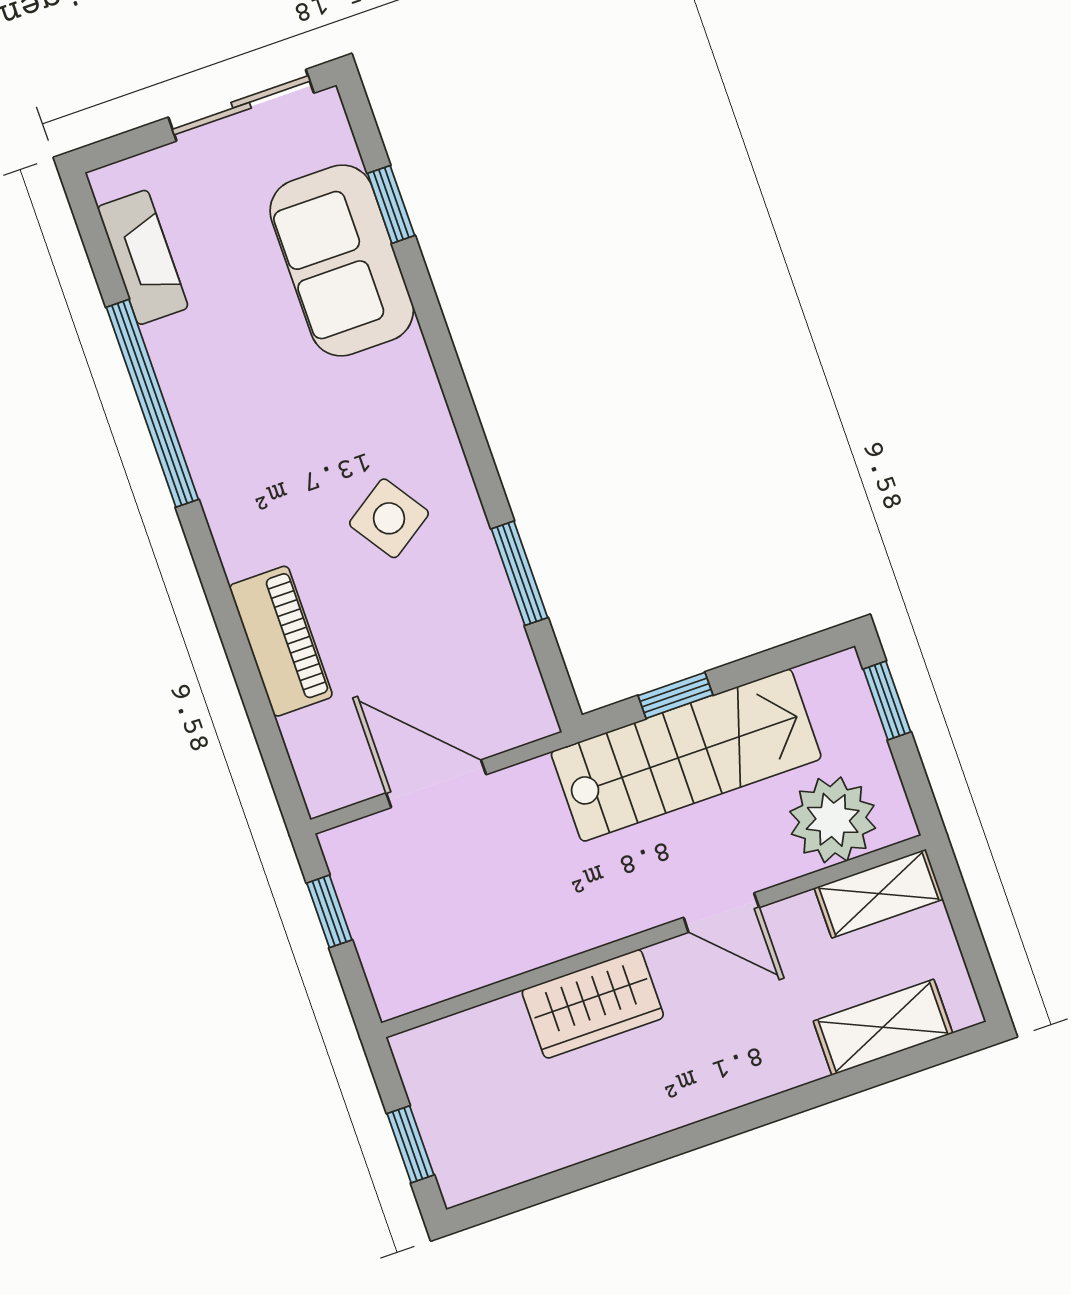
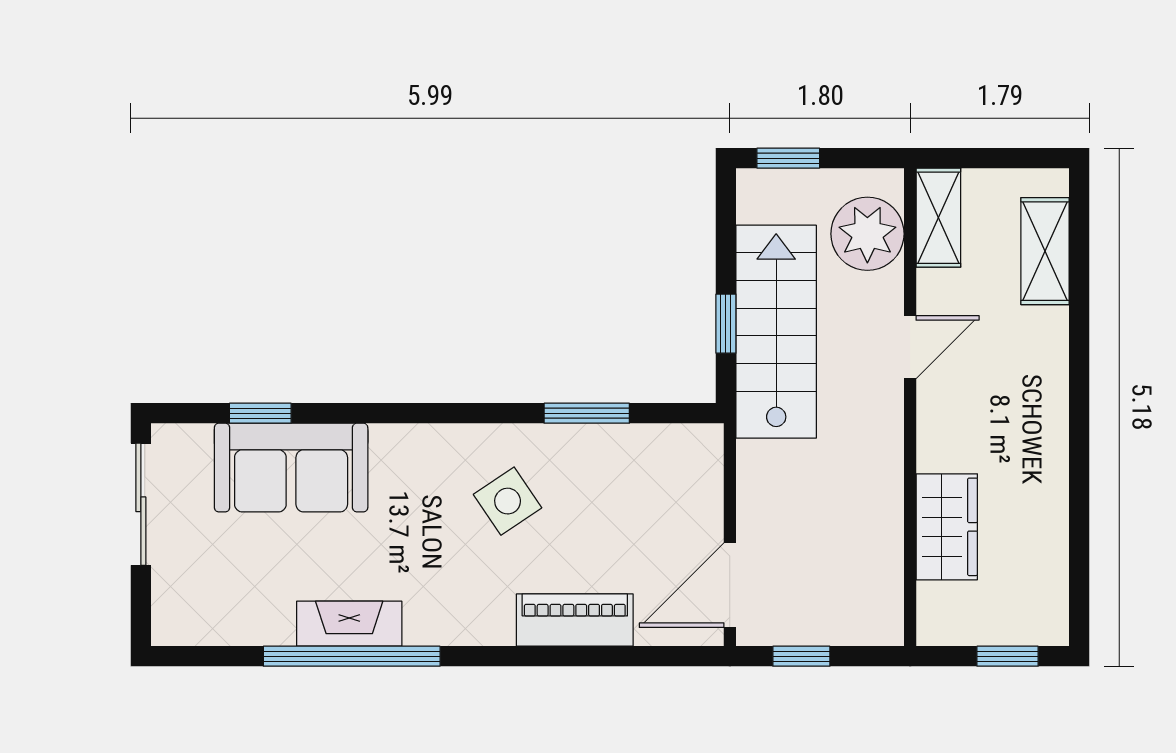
fireplace: (143, 257) -> (349, 624), moved
door: (436, 784) -> (730, 585), moved
wardrobe: (593, 1004) -> (947, 527), moved

